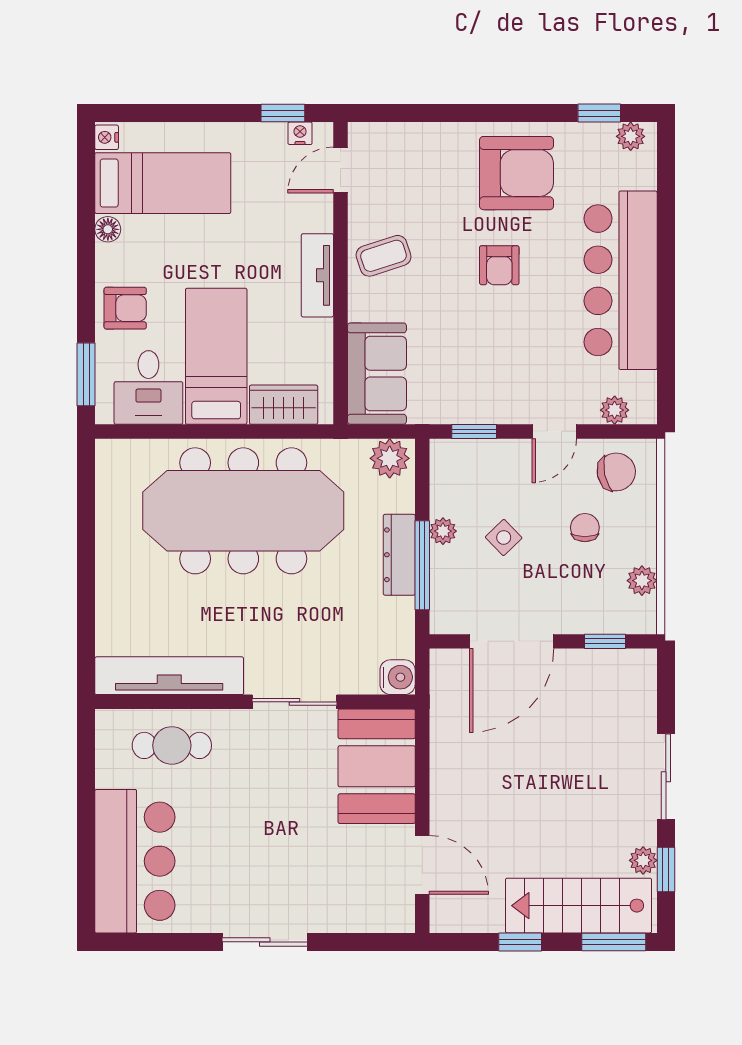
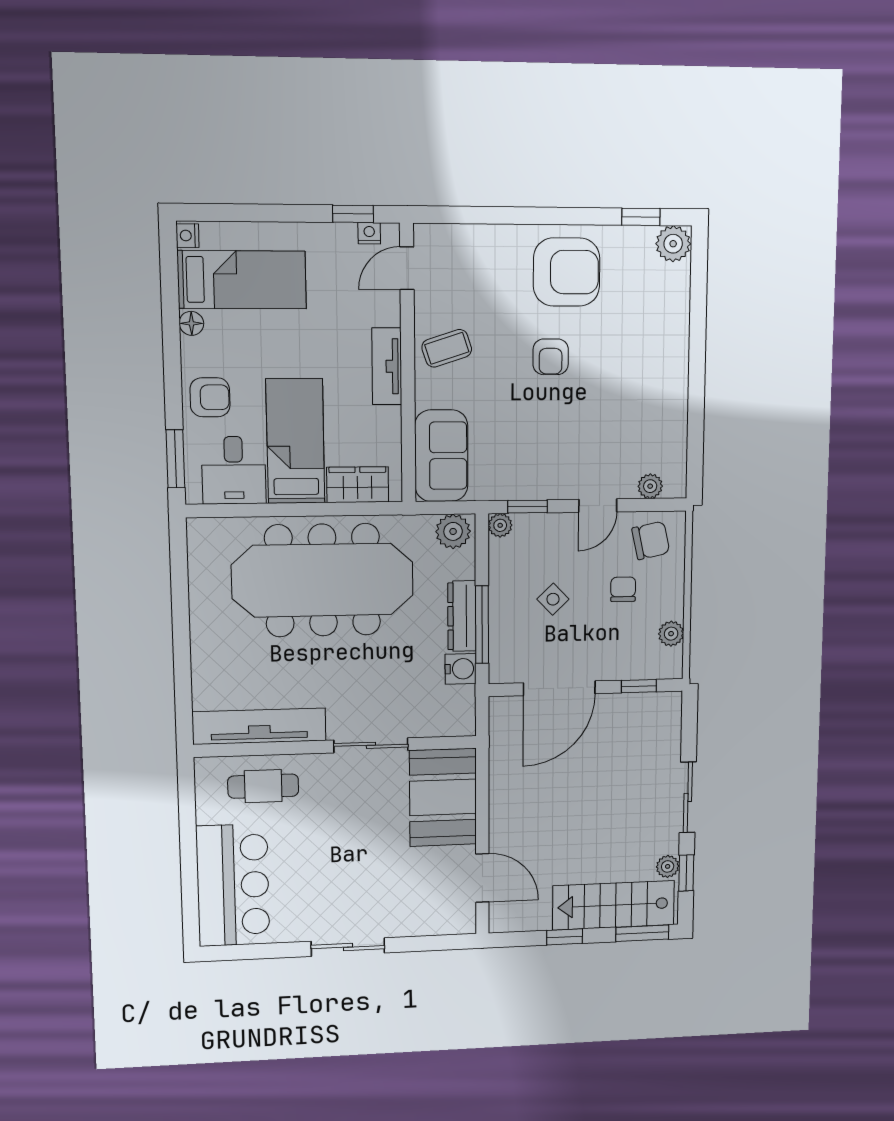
plant: (631, 136) -> (673, 244), width x1.38, depth x1.38
bar counter: (621, 280) -> (657, 370), removed
plant: (443, 531) -> (500, 525), moved
water cooler: (398, 677) -> (461, 669), moved

